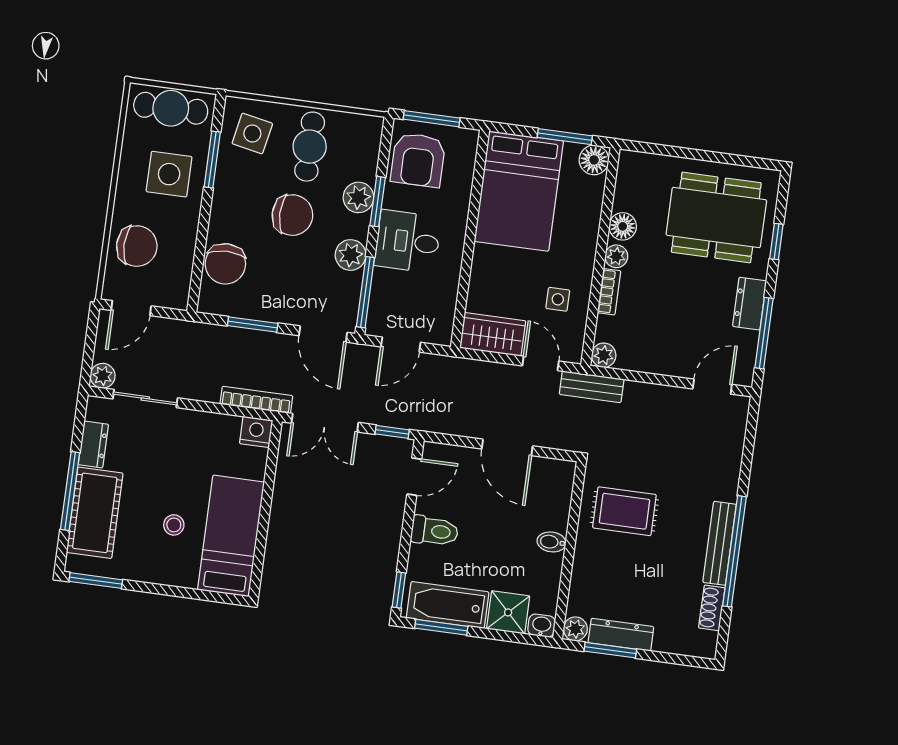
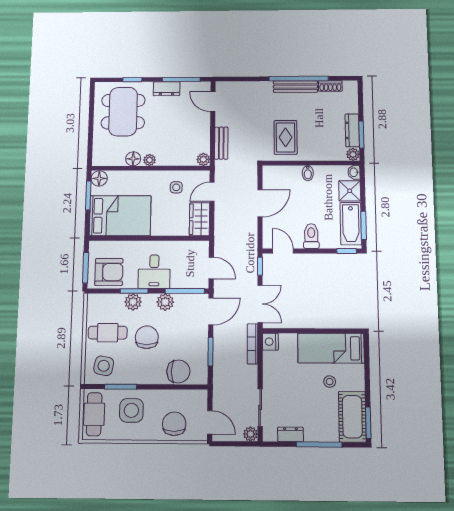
bookcase: (609, 292) -> (169, 161), removed
bench: (592, 387) -> (221, 143), moved
cot: (95, 513) -> (352, 417), moved, turned 90

